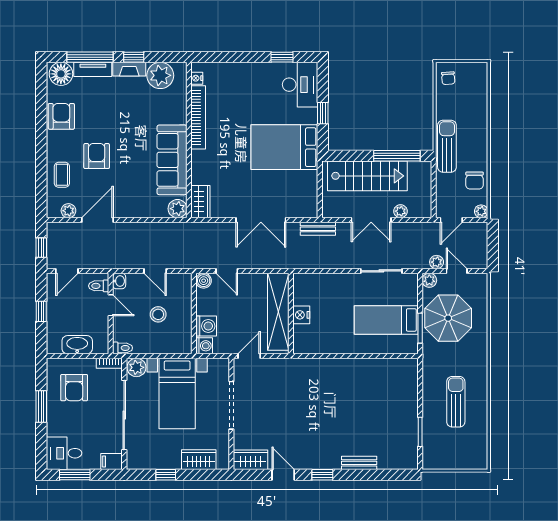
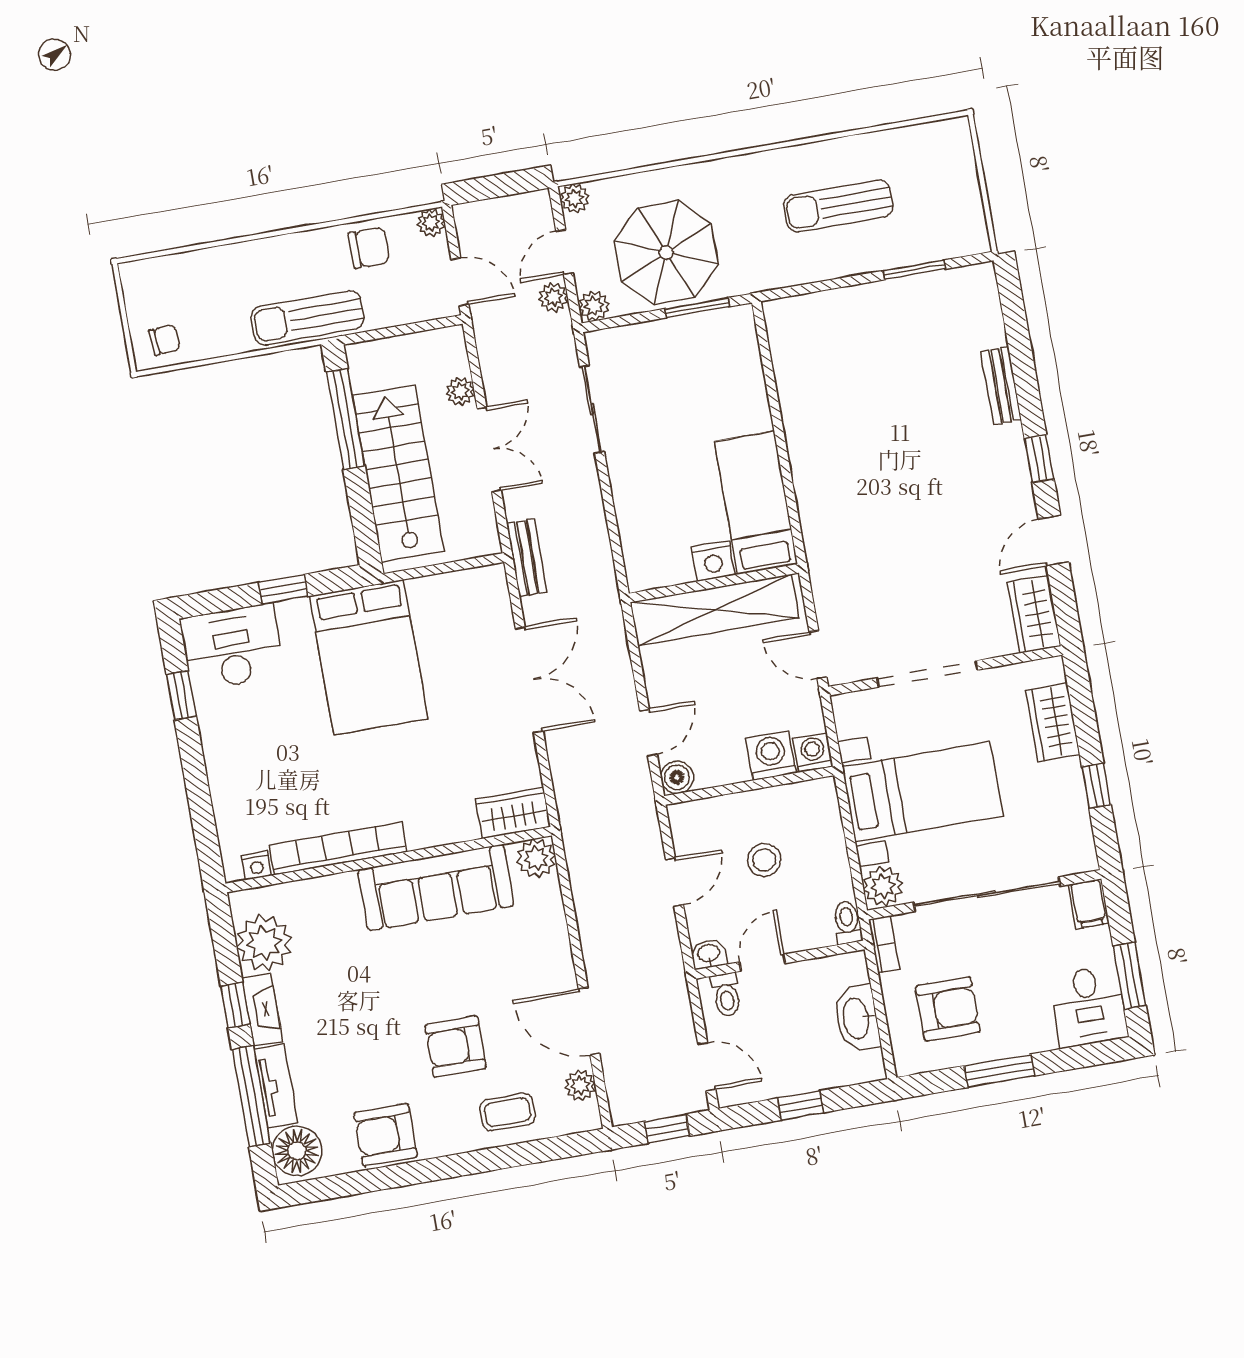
plant: (481, 280) -> (575, 198), added
bed: (386, 320) -> (756, 503), moved, turned 180

